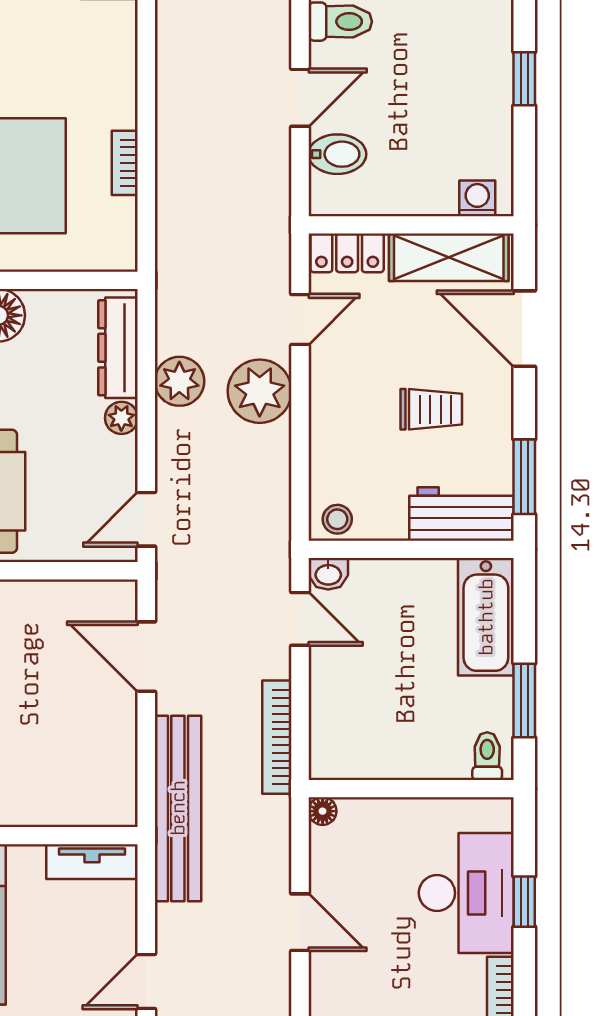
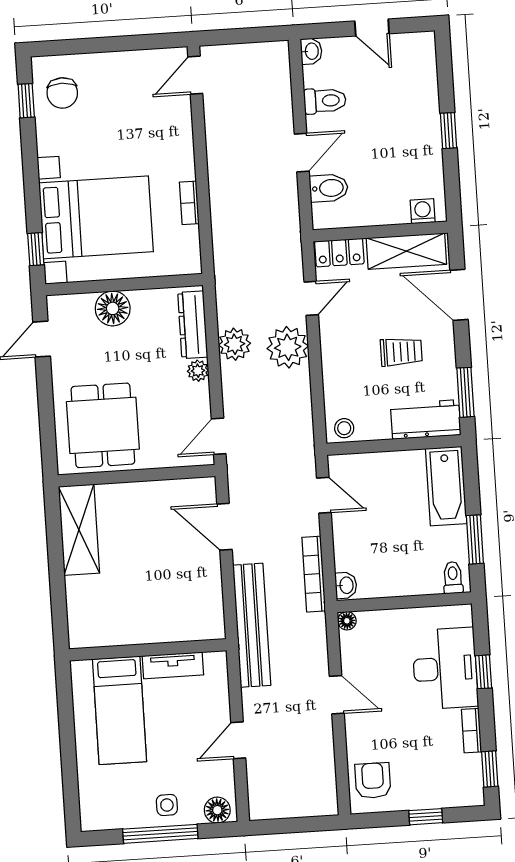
washbasin: (328, 574) -> (346, 585), moved, turned -90
tv unit: (92, 862) -> (173, 665), moved

